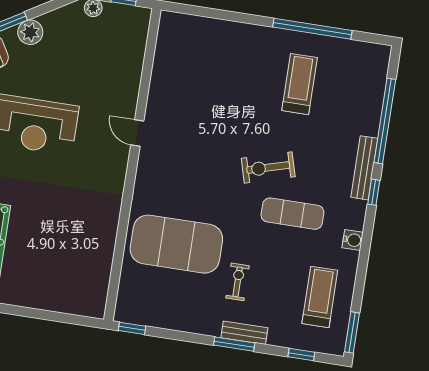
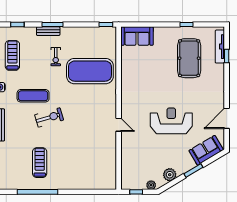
plant: (30, 32) -> (170, 175), moved
treadmill: (300, 84) -> (40, 163), turned 180
sofa: (76, 297) -> (137, 36), added
treadmill: (320, 297) -> (12, 55), turned 180

